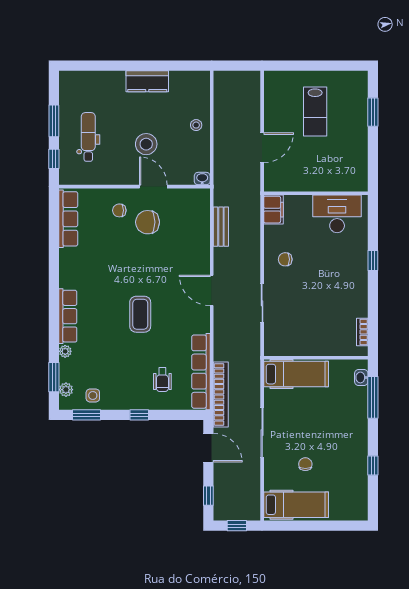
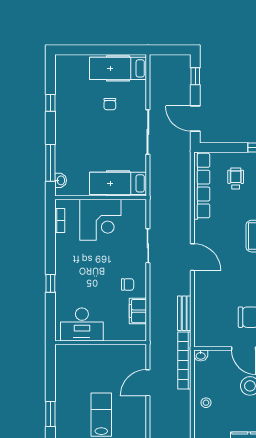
filing cabinet: (273, 210) -> (138, 311), moved
corner desk: (316, 333) -> (100, 220), added
bookcase: (221, 394) -> (184, 360), moved
window: (237, 526) -> (170, 50), removed

